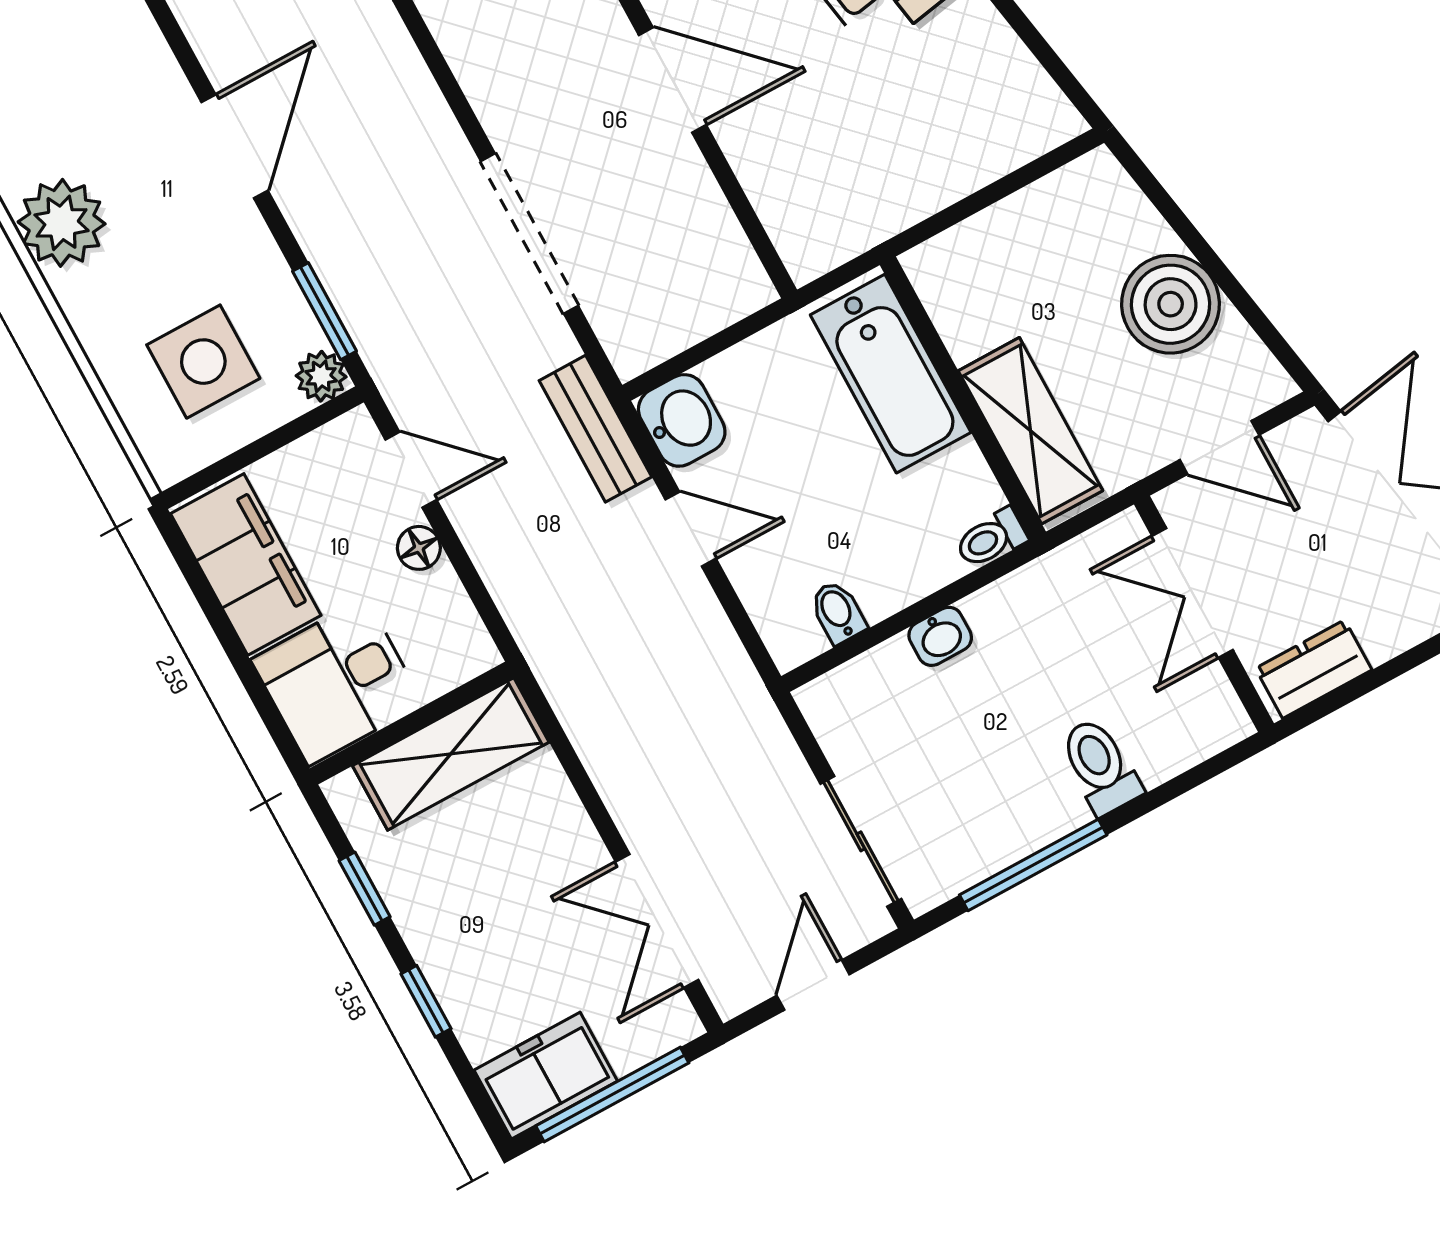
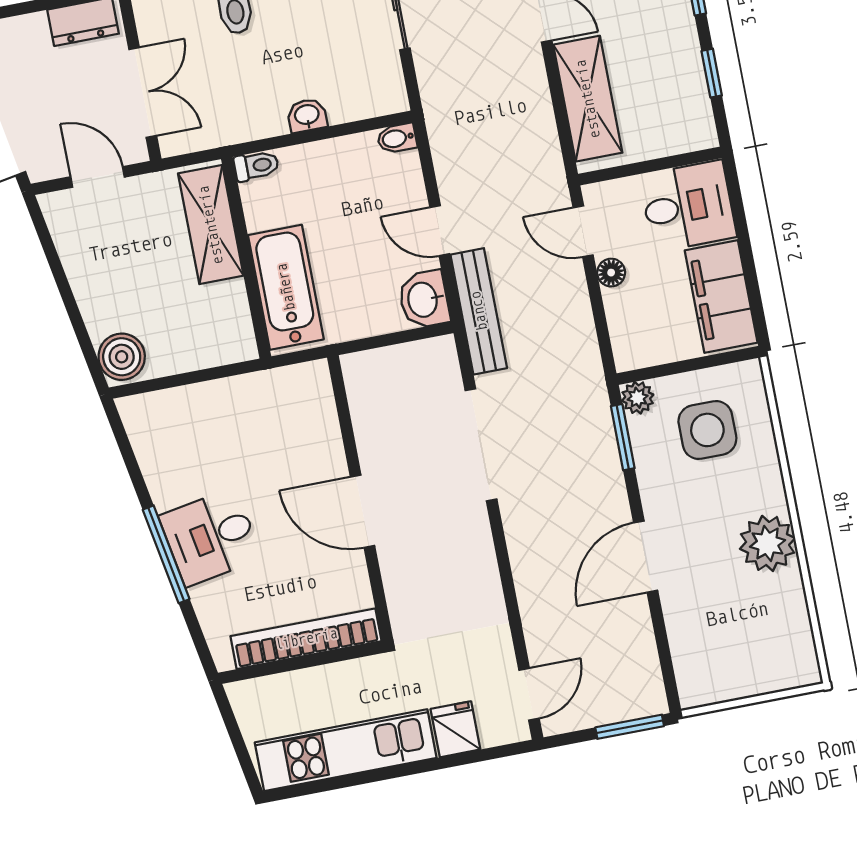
boiler: (1171, 304) -> (122, 357), moved, width x0.73, depth x0.73
bench: (595, 429) -> (479, 311), width x1.36
door: (411, 470) -> (583, 231), moved
bidet: (838, 612) -> (397, 138), moved, turned 90
shelving: (451, 754) -> (588, 99), moved, turned 90

